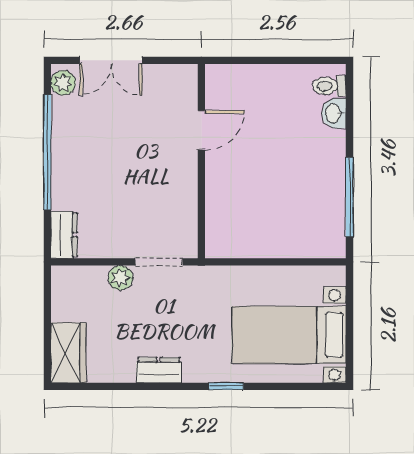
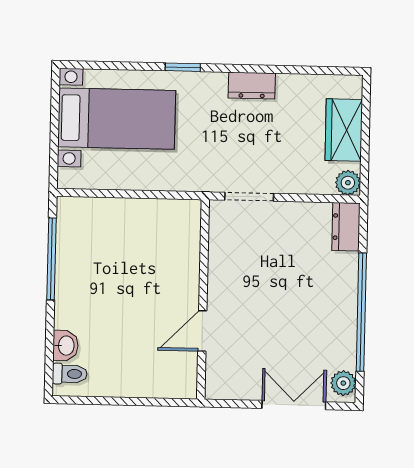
plant: (121, 278) -> (348, 183), moved
wardrobe: (68, 353) -> (344, 130), moved

